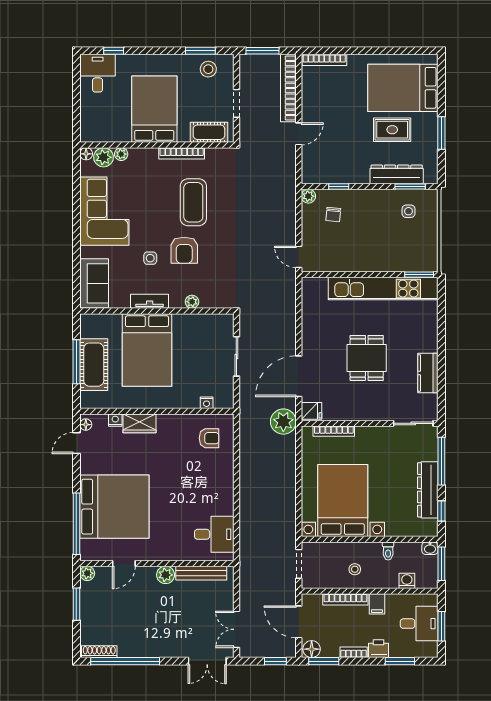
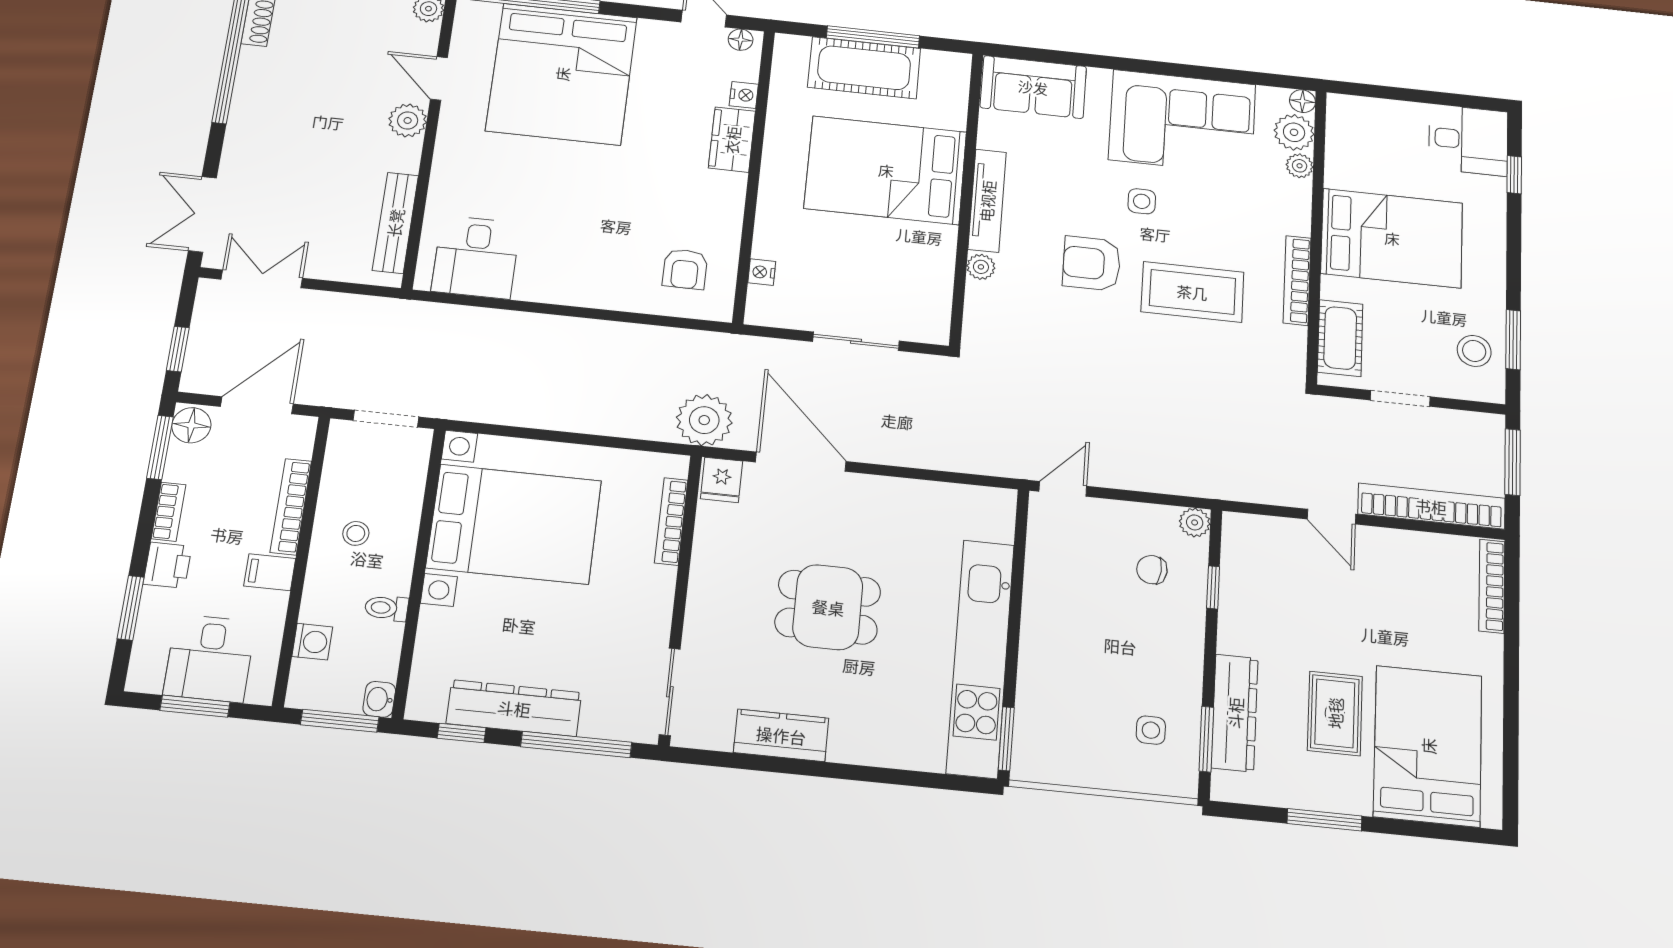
side table: (150, 258) -> (1142, 201), moved
tv unit: (150, 301) -> (987, 201), width x1.41
plant: (166, 575) -> (408, 120), moved

